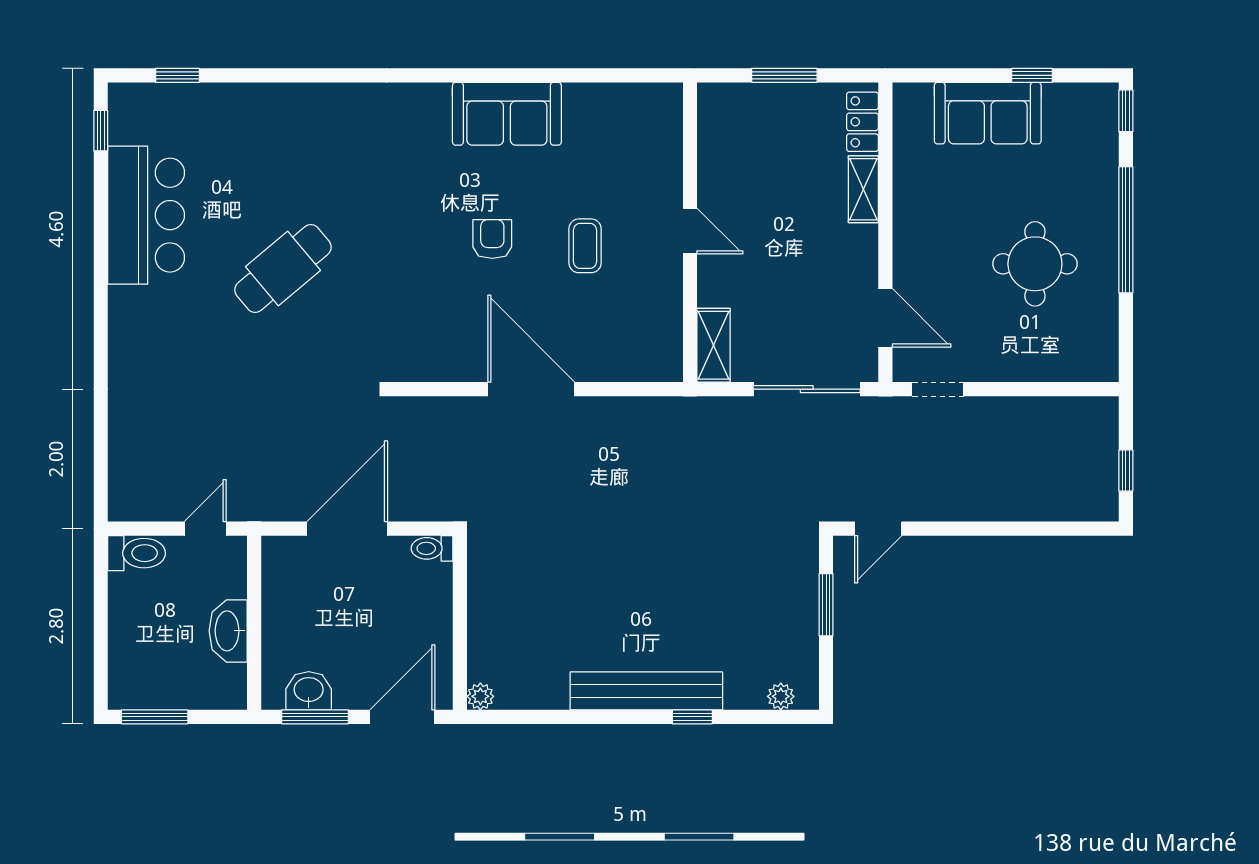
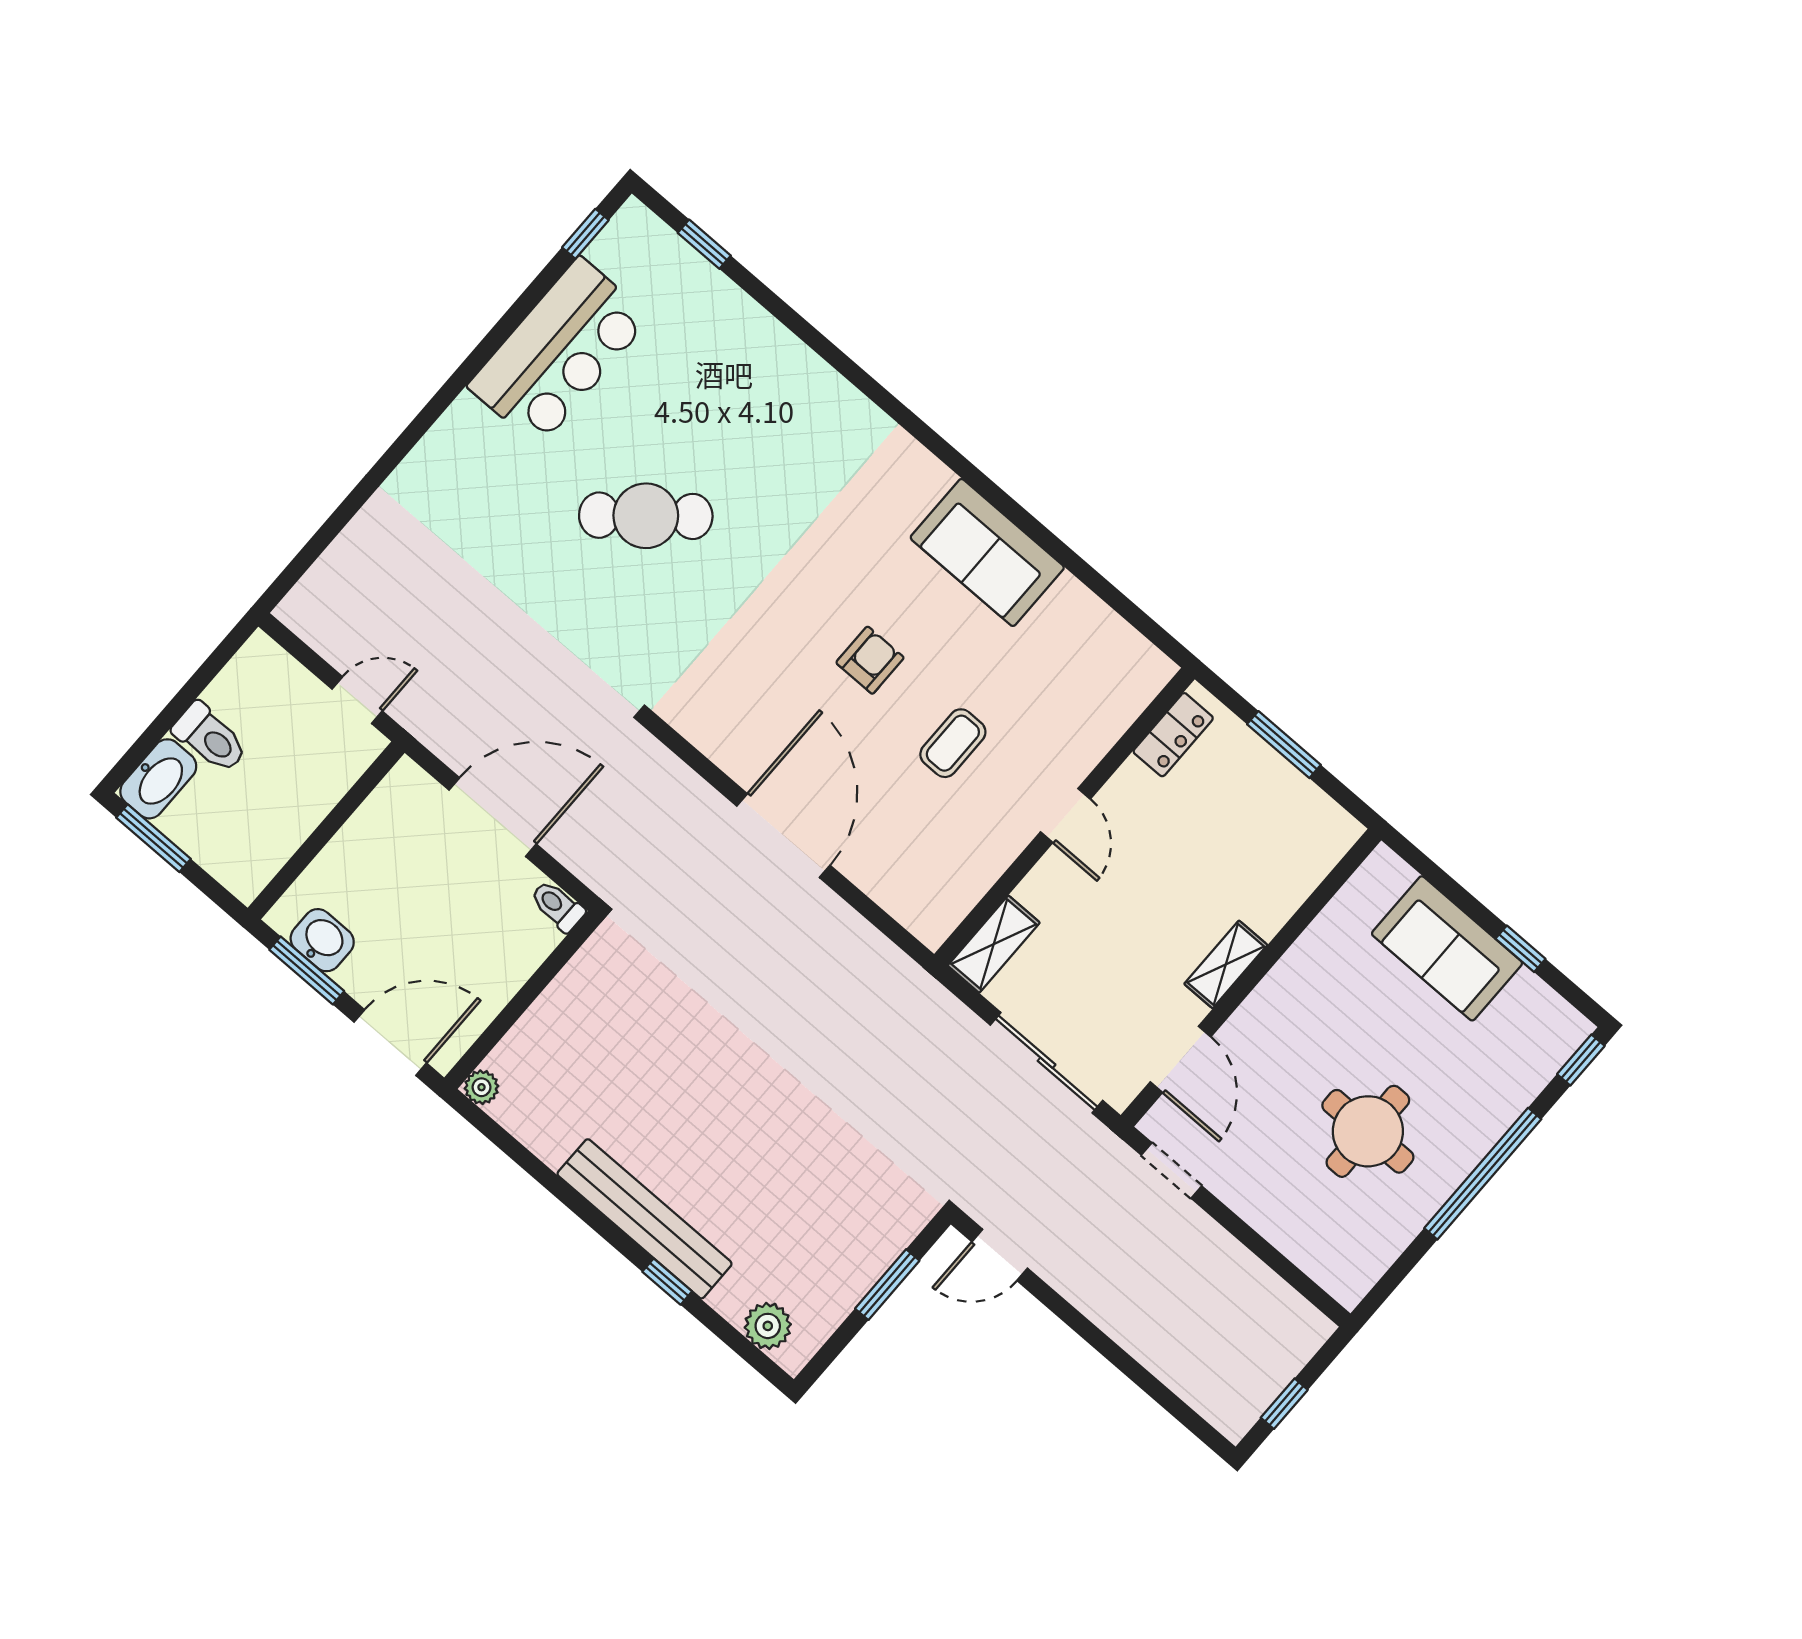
locker: (862, 122) -> (1173, 735), moved, turned 180
shelving: (863, 189) -> (1226, 964), moved
toilet: (137, 553) -> (210, 738), moved
washbasin: (228, 631) -> (158, 779), moved, turned 180
plant: (781, 696) -> (768, 1326), width x1.38, depth x1.38

